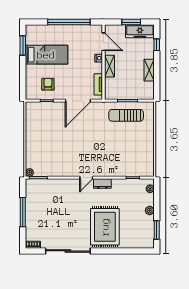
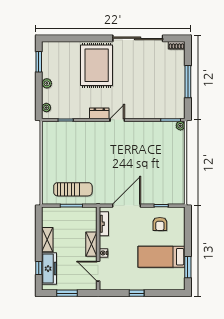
window: (69, 22) -> (137, 293), width x0.32
freezer: (140, 31) -> (49, 269), moved, turned 90

